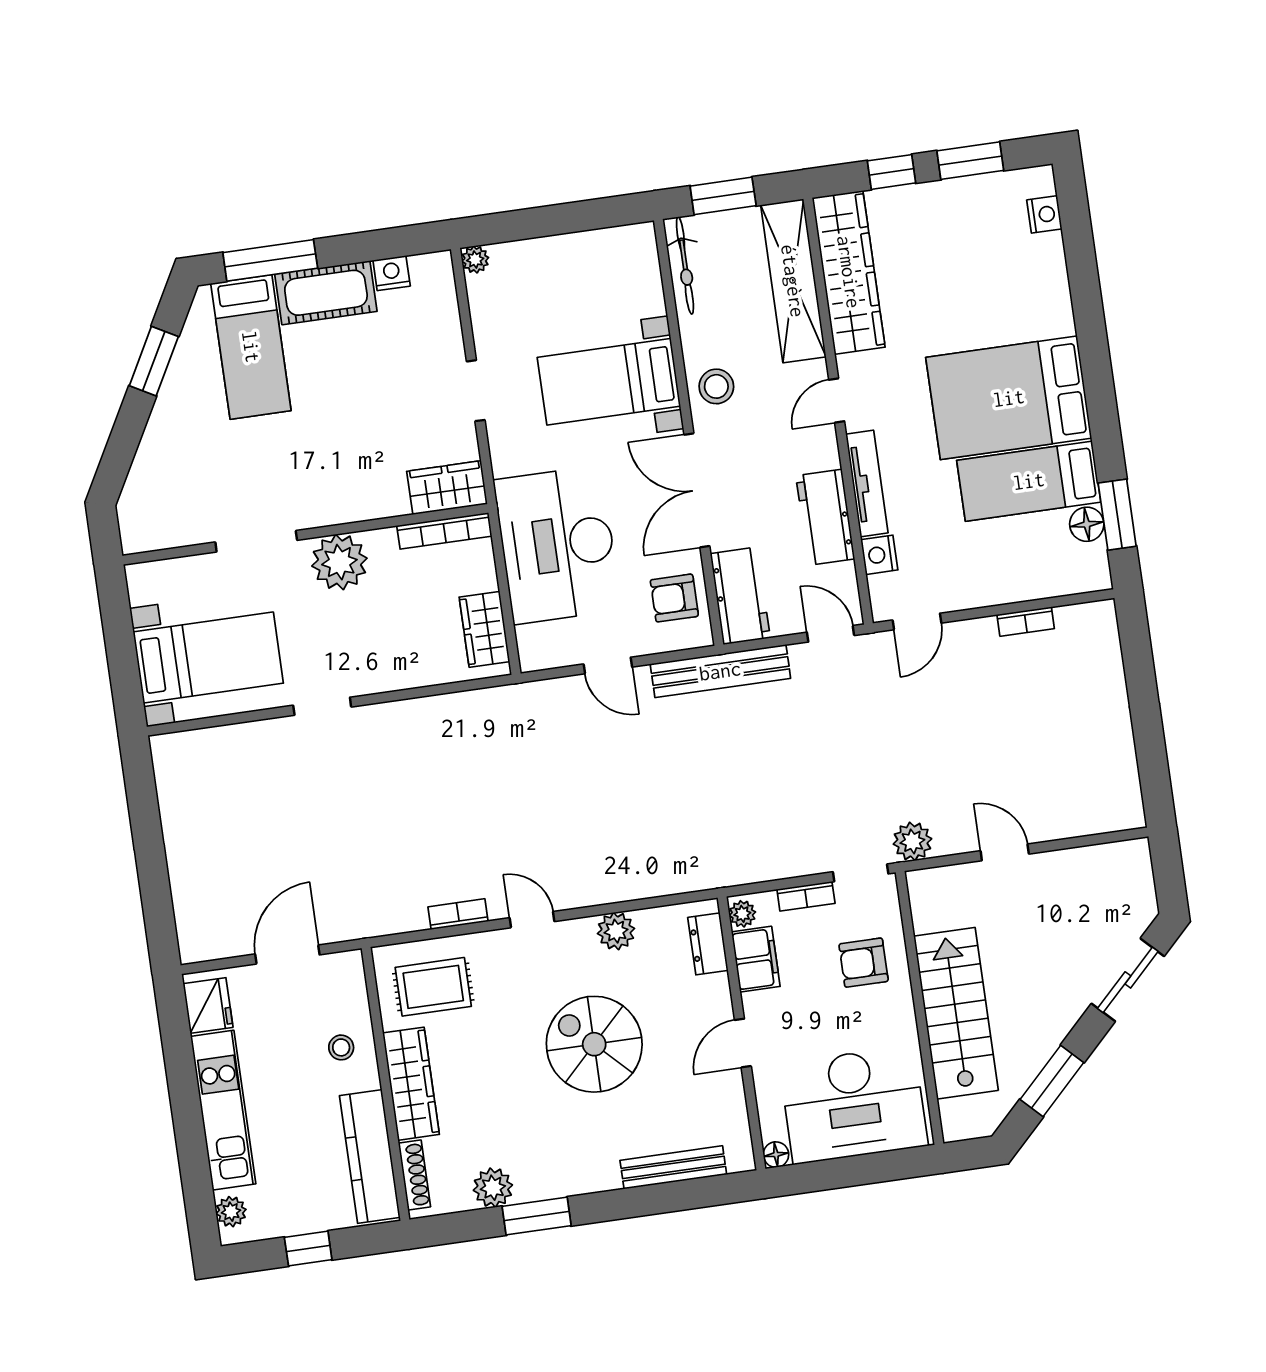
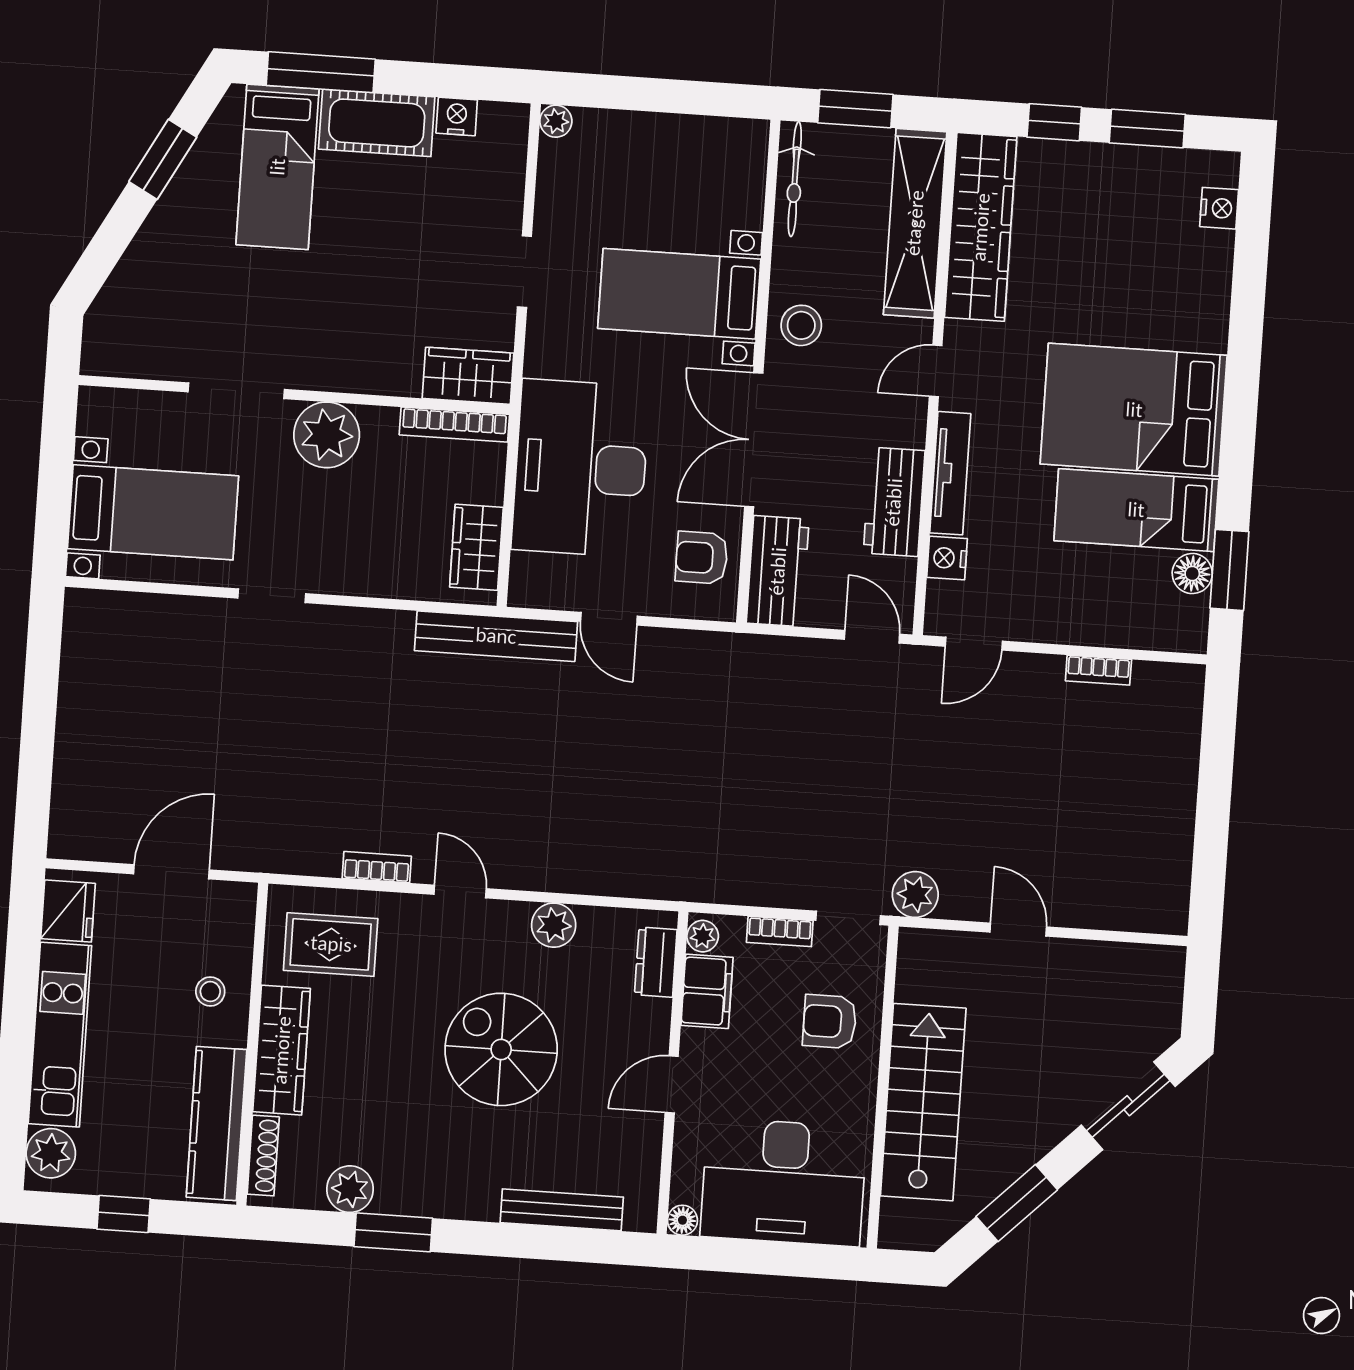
bench: (720, 671) -> (496, 636), moved
plant: (231, 1212) -> (51, 1153), width x1.38, depth x1.38

